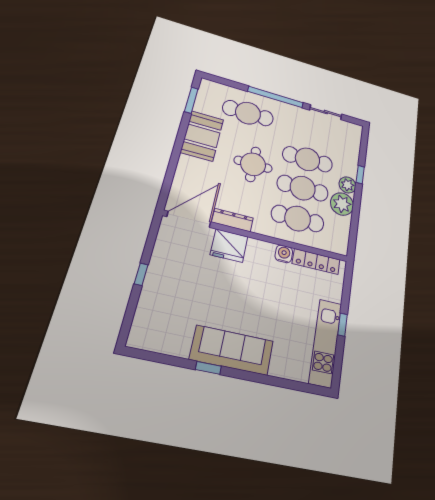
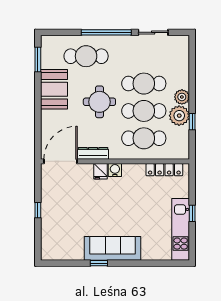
window: (360, 175) -> (192, 122), moved
fridge: (229, 246) -> (101, 171), width x0.53, depth x0.75
water cooler: (284, 254) -> (115, 170), moved

